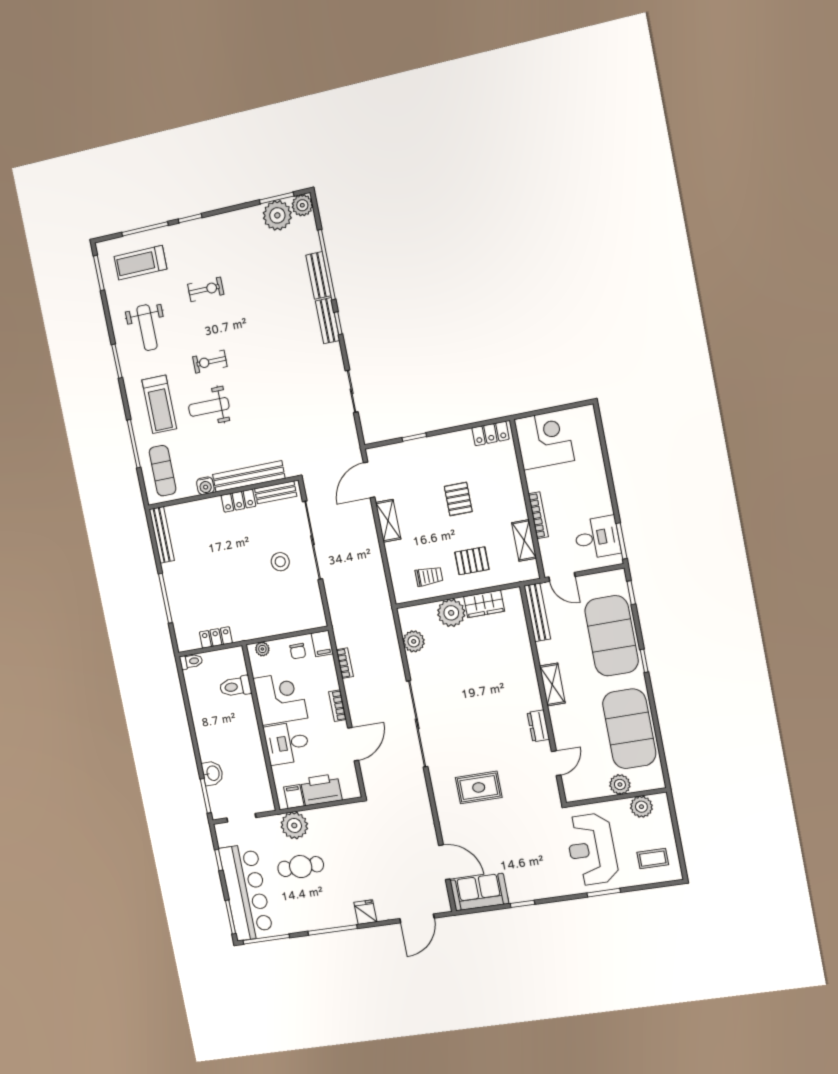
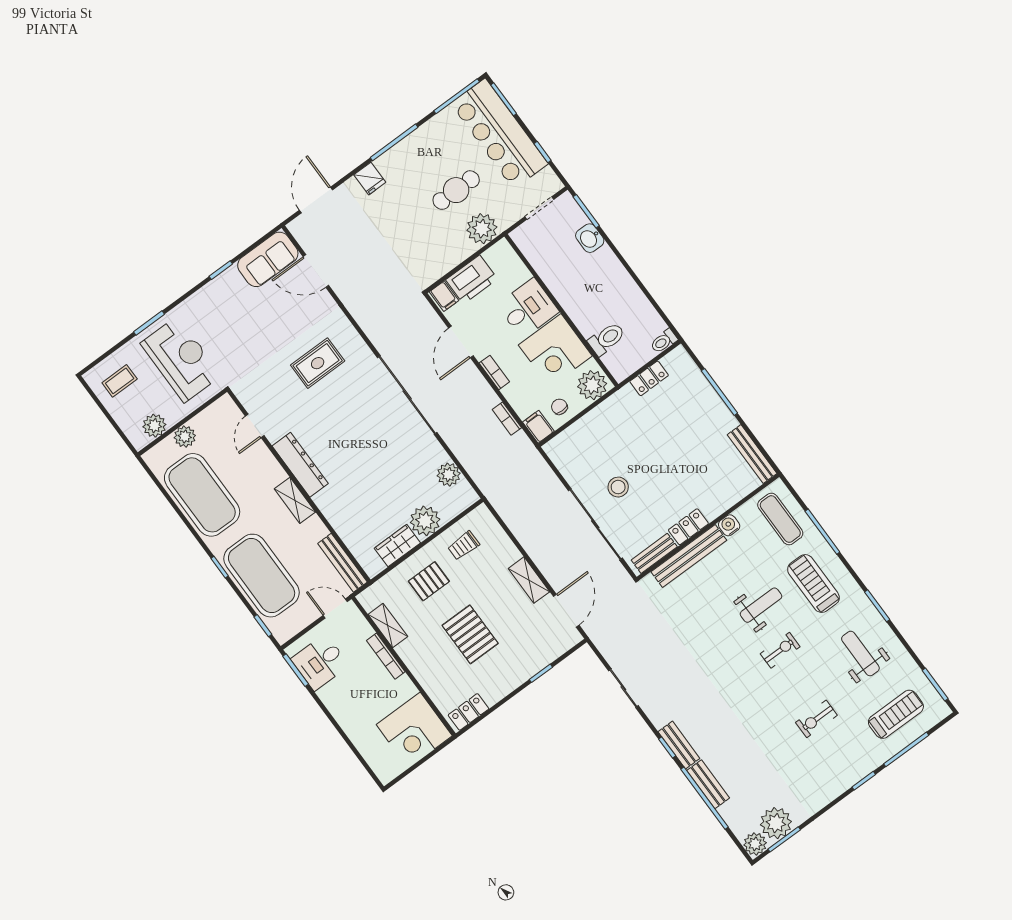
pallet: (458, 499) -> (470, 634), width x1.50, depth x1.42
plant: (262, 649) -> (592, 385), width x1.88, depth x1.88
dresser: (538, 726) -> (300, 465), width x1.96, depth x1.24
filing cabinet: (294, 797) -> (444, 296), moved

